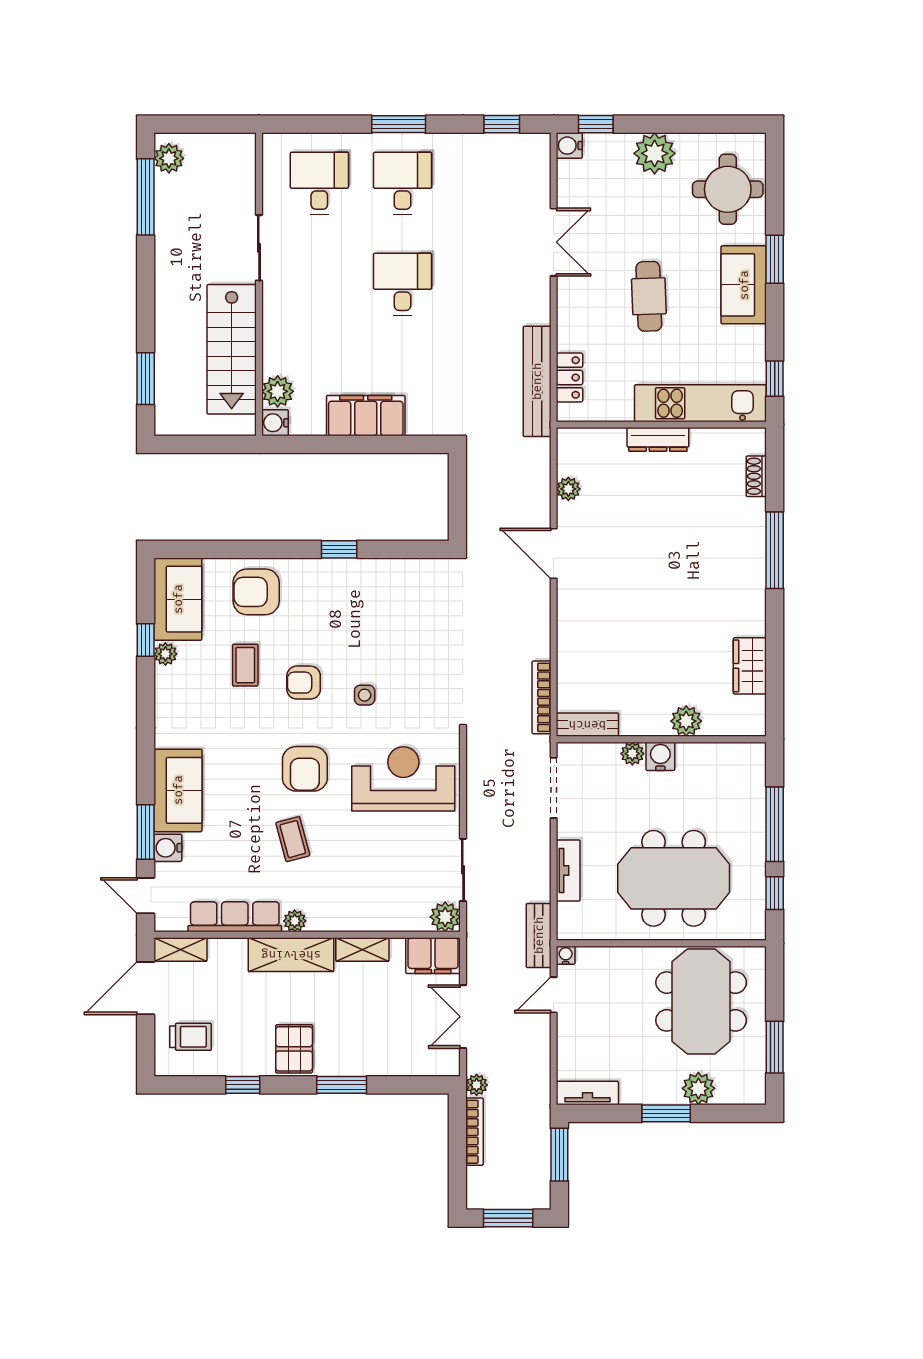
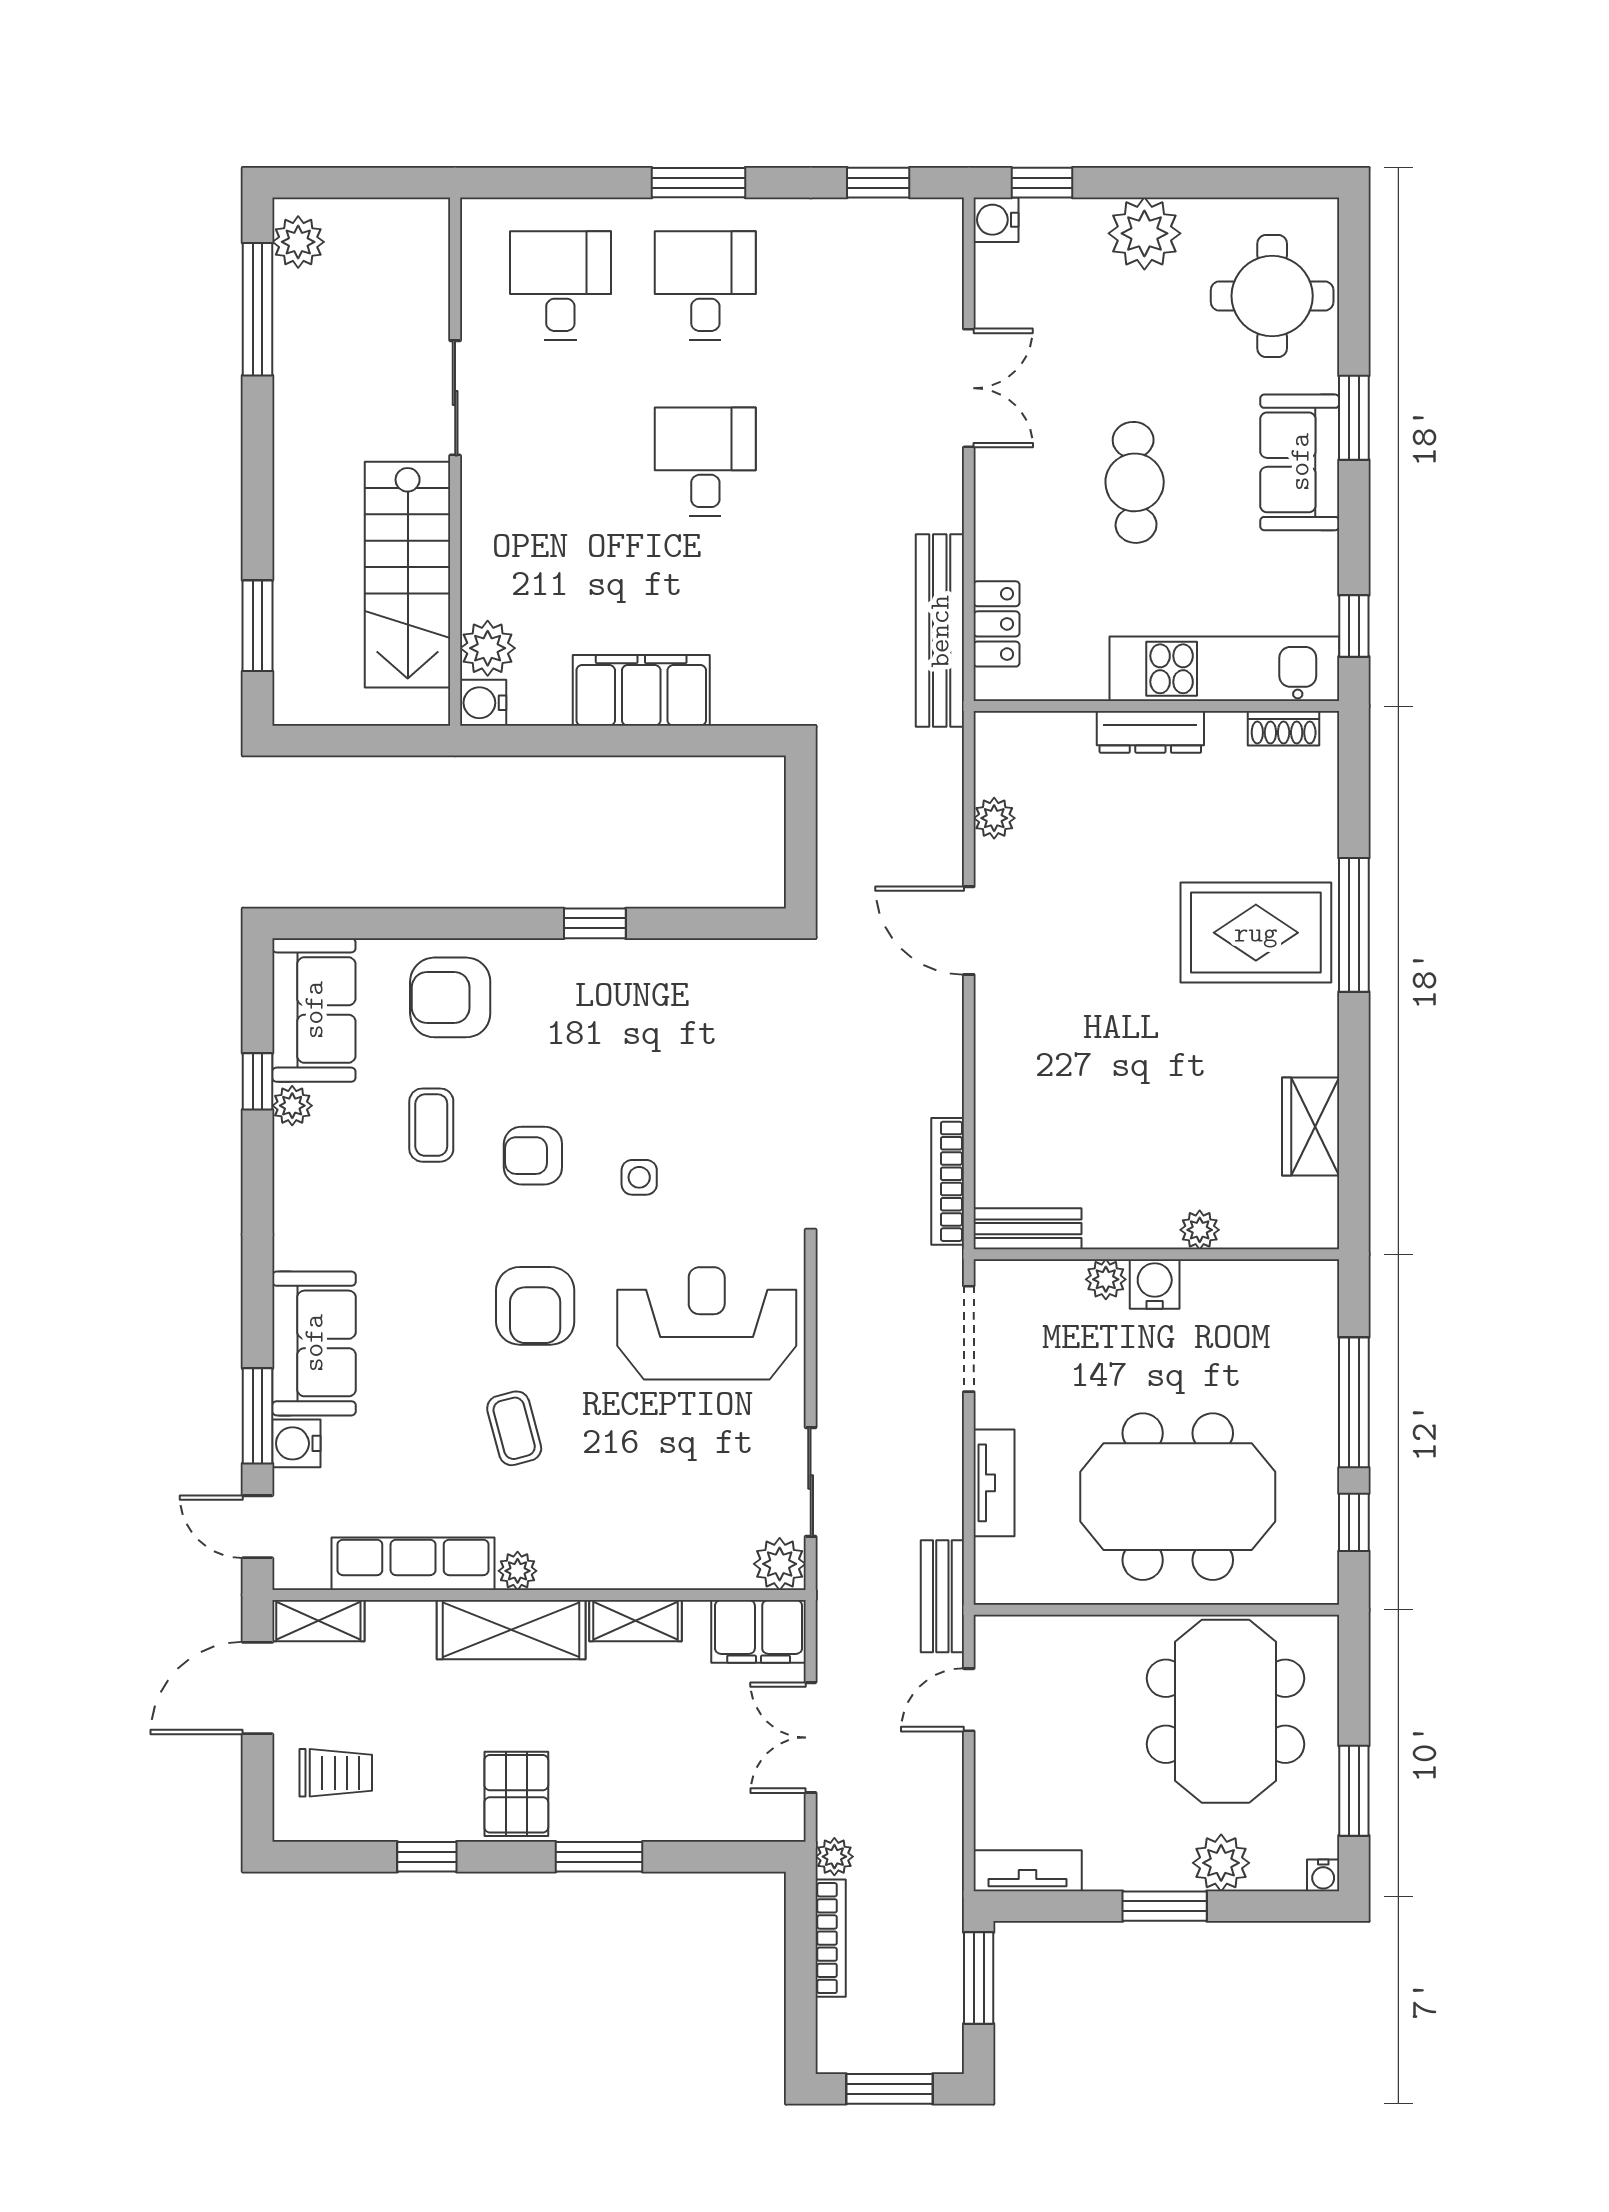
shoe rack: (756, 476) -> (1284, 728), moved, turned -90
rug: (718, 555) -> (1256, 933), added
plant: (686, 721) -> (1200, 1230), width x0.73, depth x0.73
water cooler: (566, 955) -> (1323, 1875), moved, turned 180

